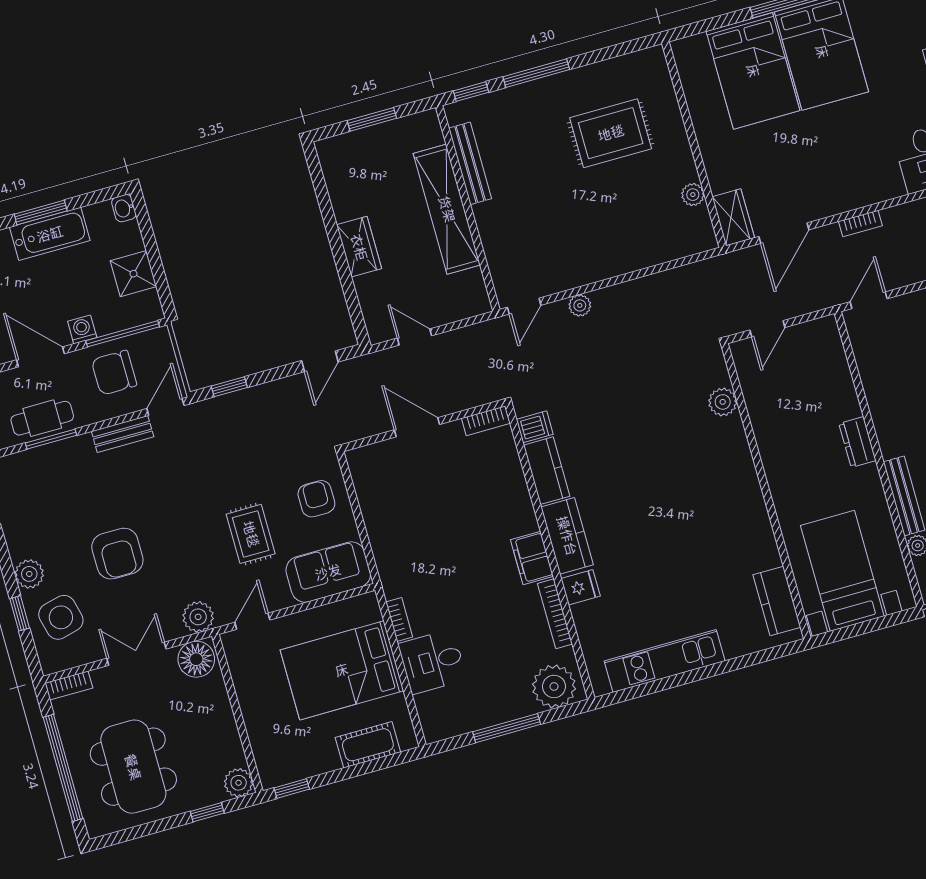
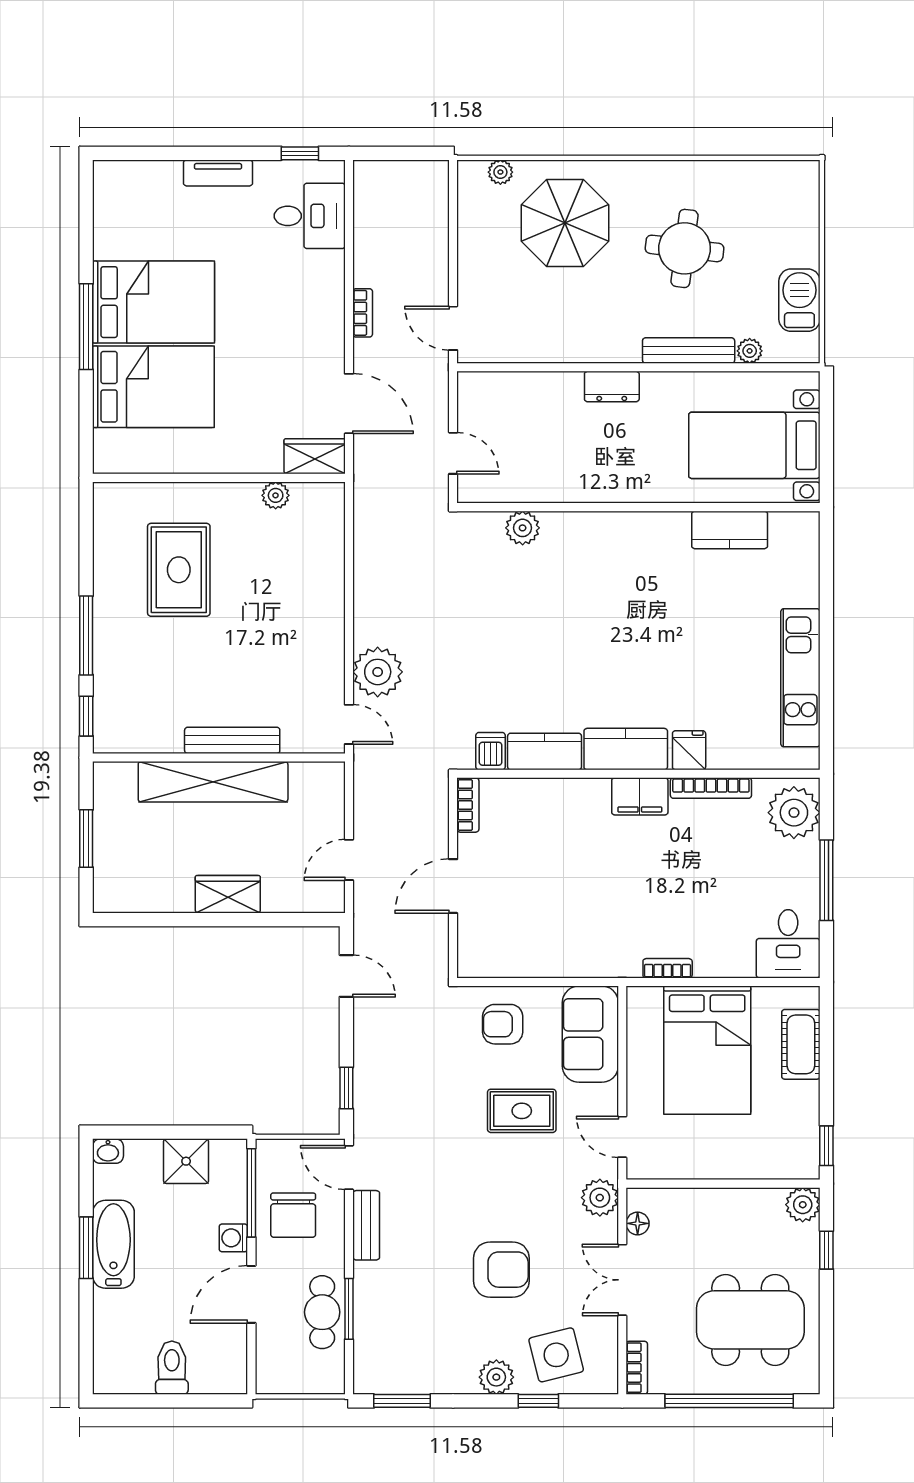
bench: (470, 163) -> (232, 740), moved
plant: (580, 305) -> (378, 672), width x1.88, depth x1.88
kitchen counter: (777, 601) -> (730, 530), moved
floor lamp: (196, 659) -> (638, 1223), width x0.53, depth x0.53
desk: (432, 662) -> (788, 944), moved

